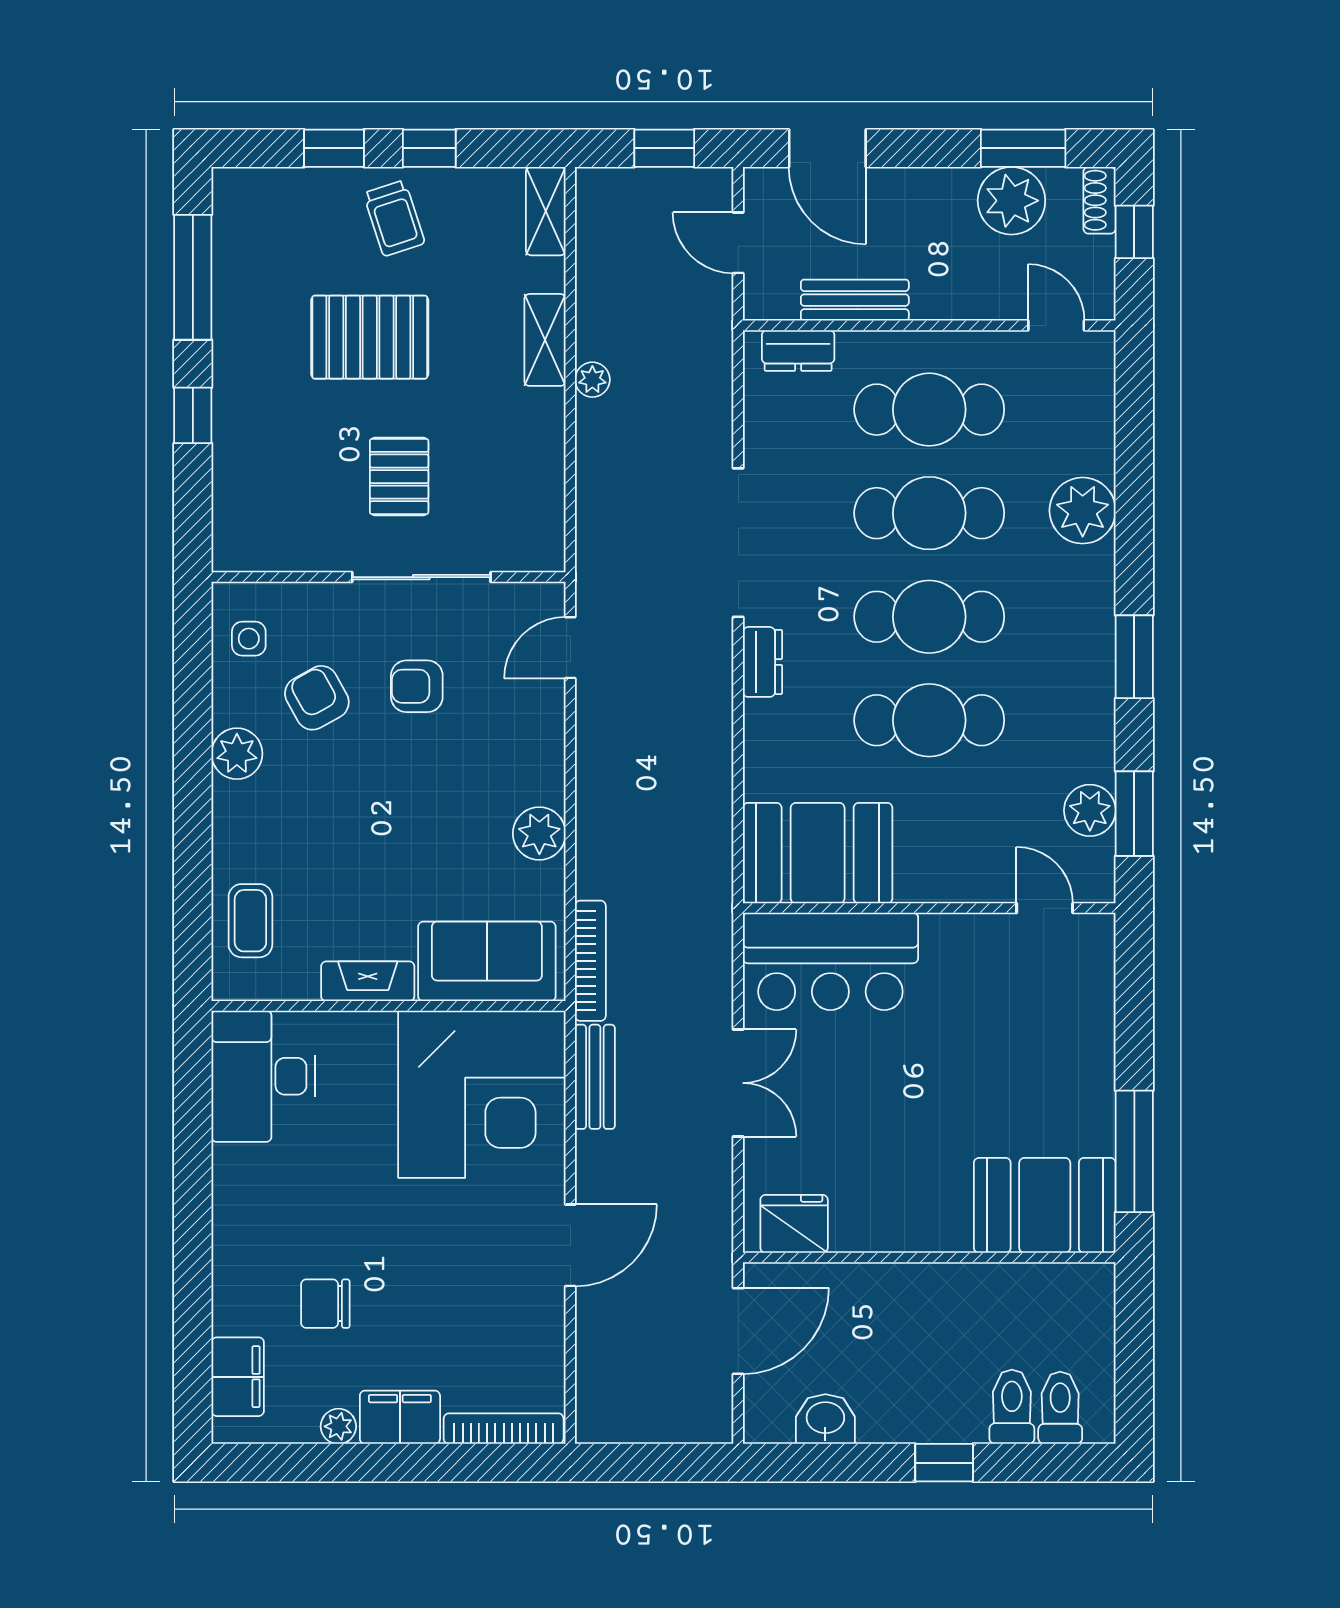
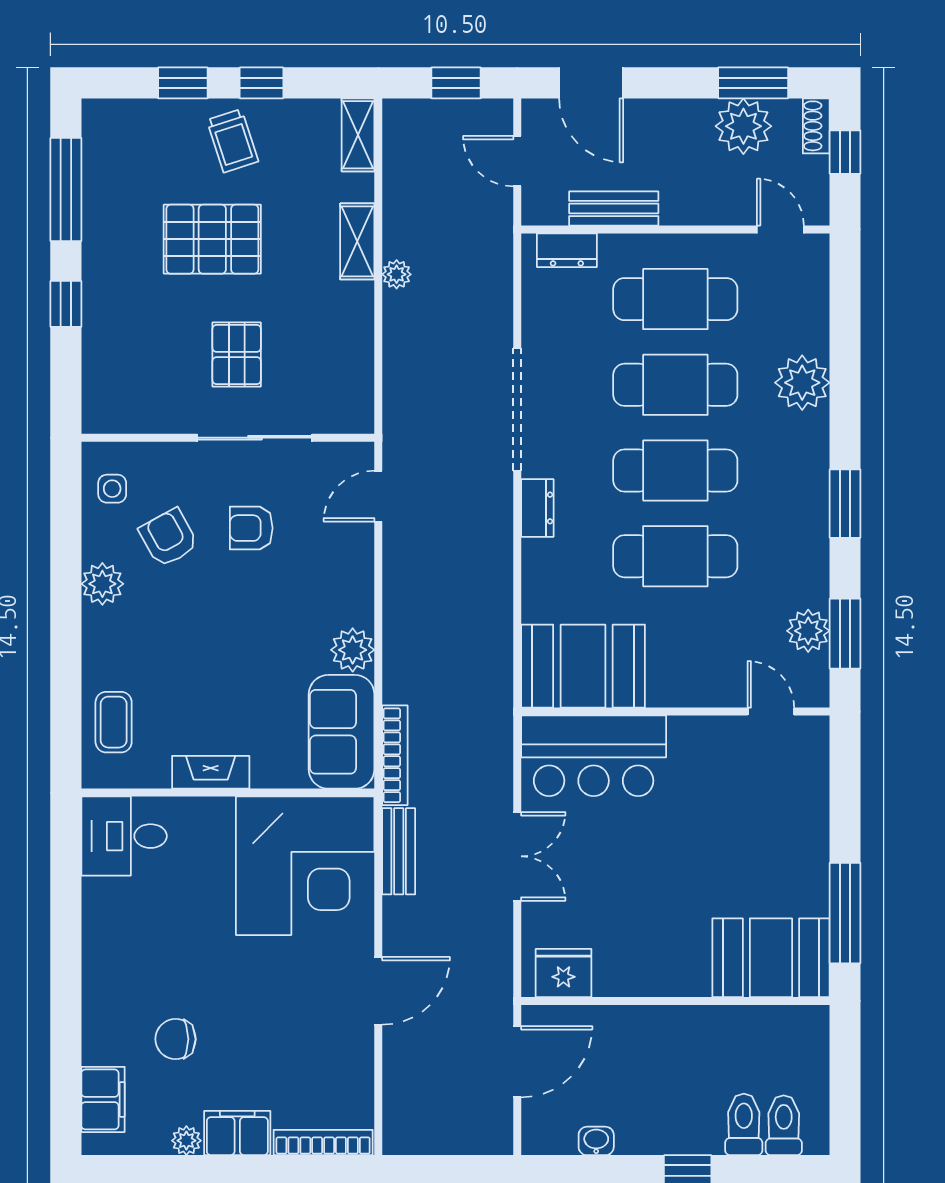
sofa: (487, 961) -> (342, 732), moved, turned -90
desk: (263, 1076) -> (124, 836), width x0.73
washbasin: (825, 1419) -> (596, 1141), width x0.72, depth x0.69

